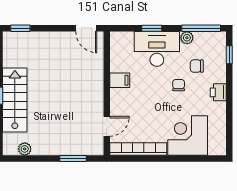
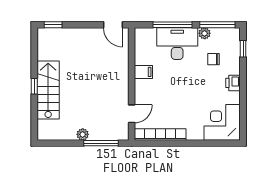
window: (152, 28) -> (172, 25), width x2.17
chair: (179, 85) -> (197, 76), removed
corner desk: (188, 136) -> (222, 122), moved
plant: (25, 149) -> (83, 134), moved
window: (73, 159) -> (101, 143), width x1.44

